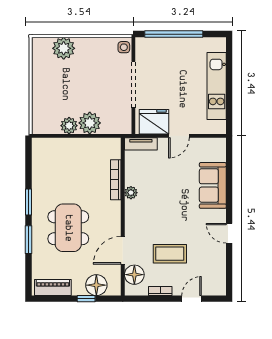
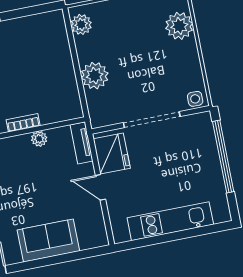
plant: (69, 126) -> (81, 24), moved
bookcase: (116, 180) -> (23, 123), width x0.64
plant: (131, 193) -> (39, 139), moved

